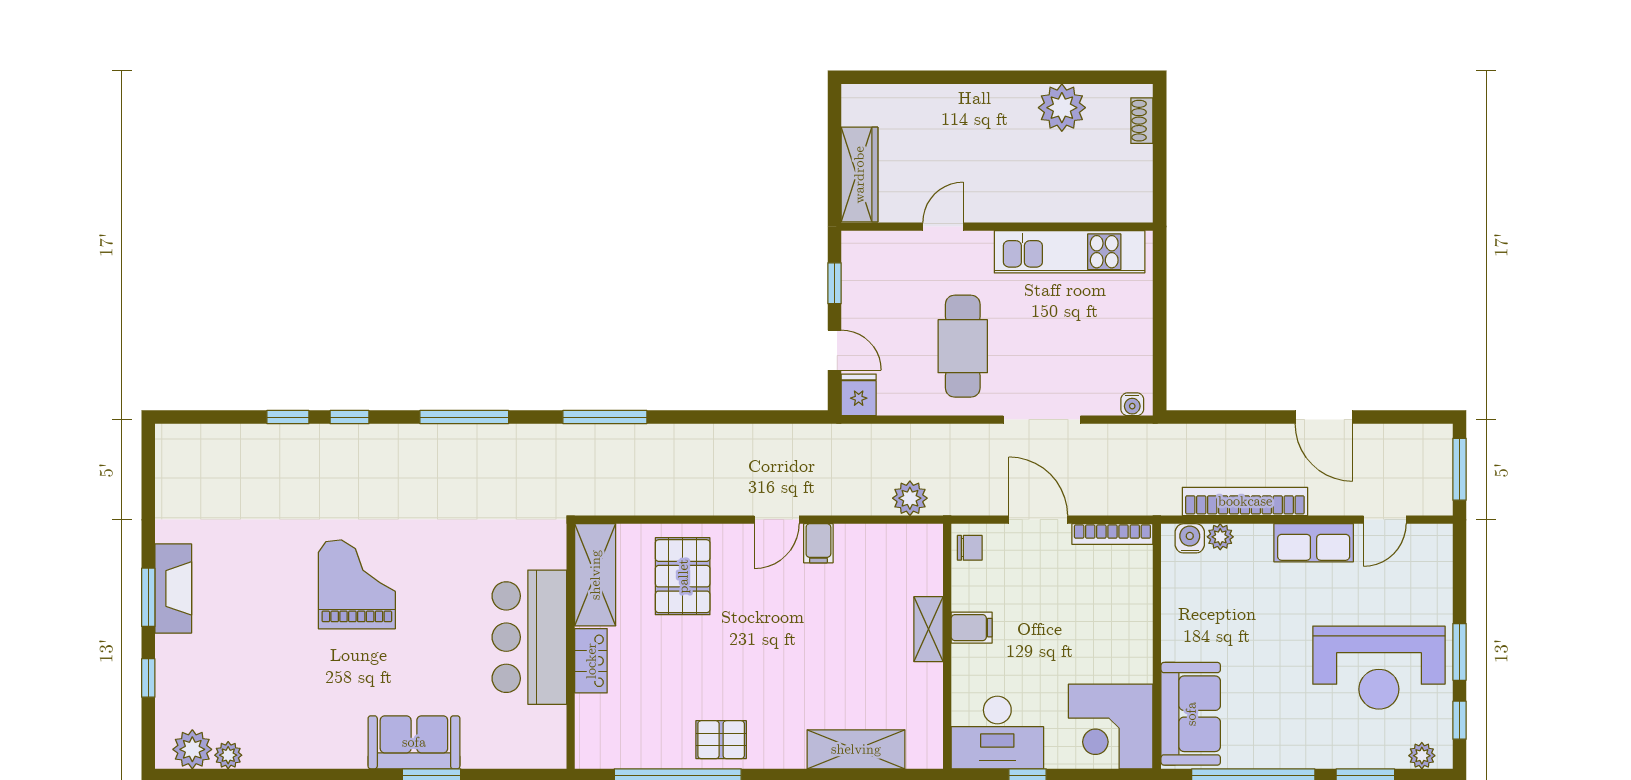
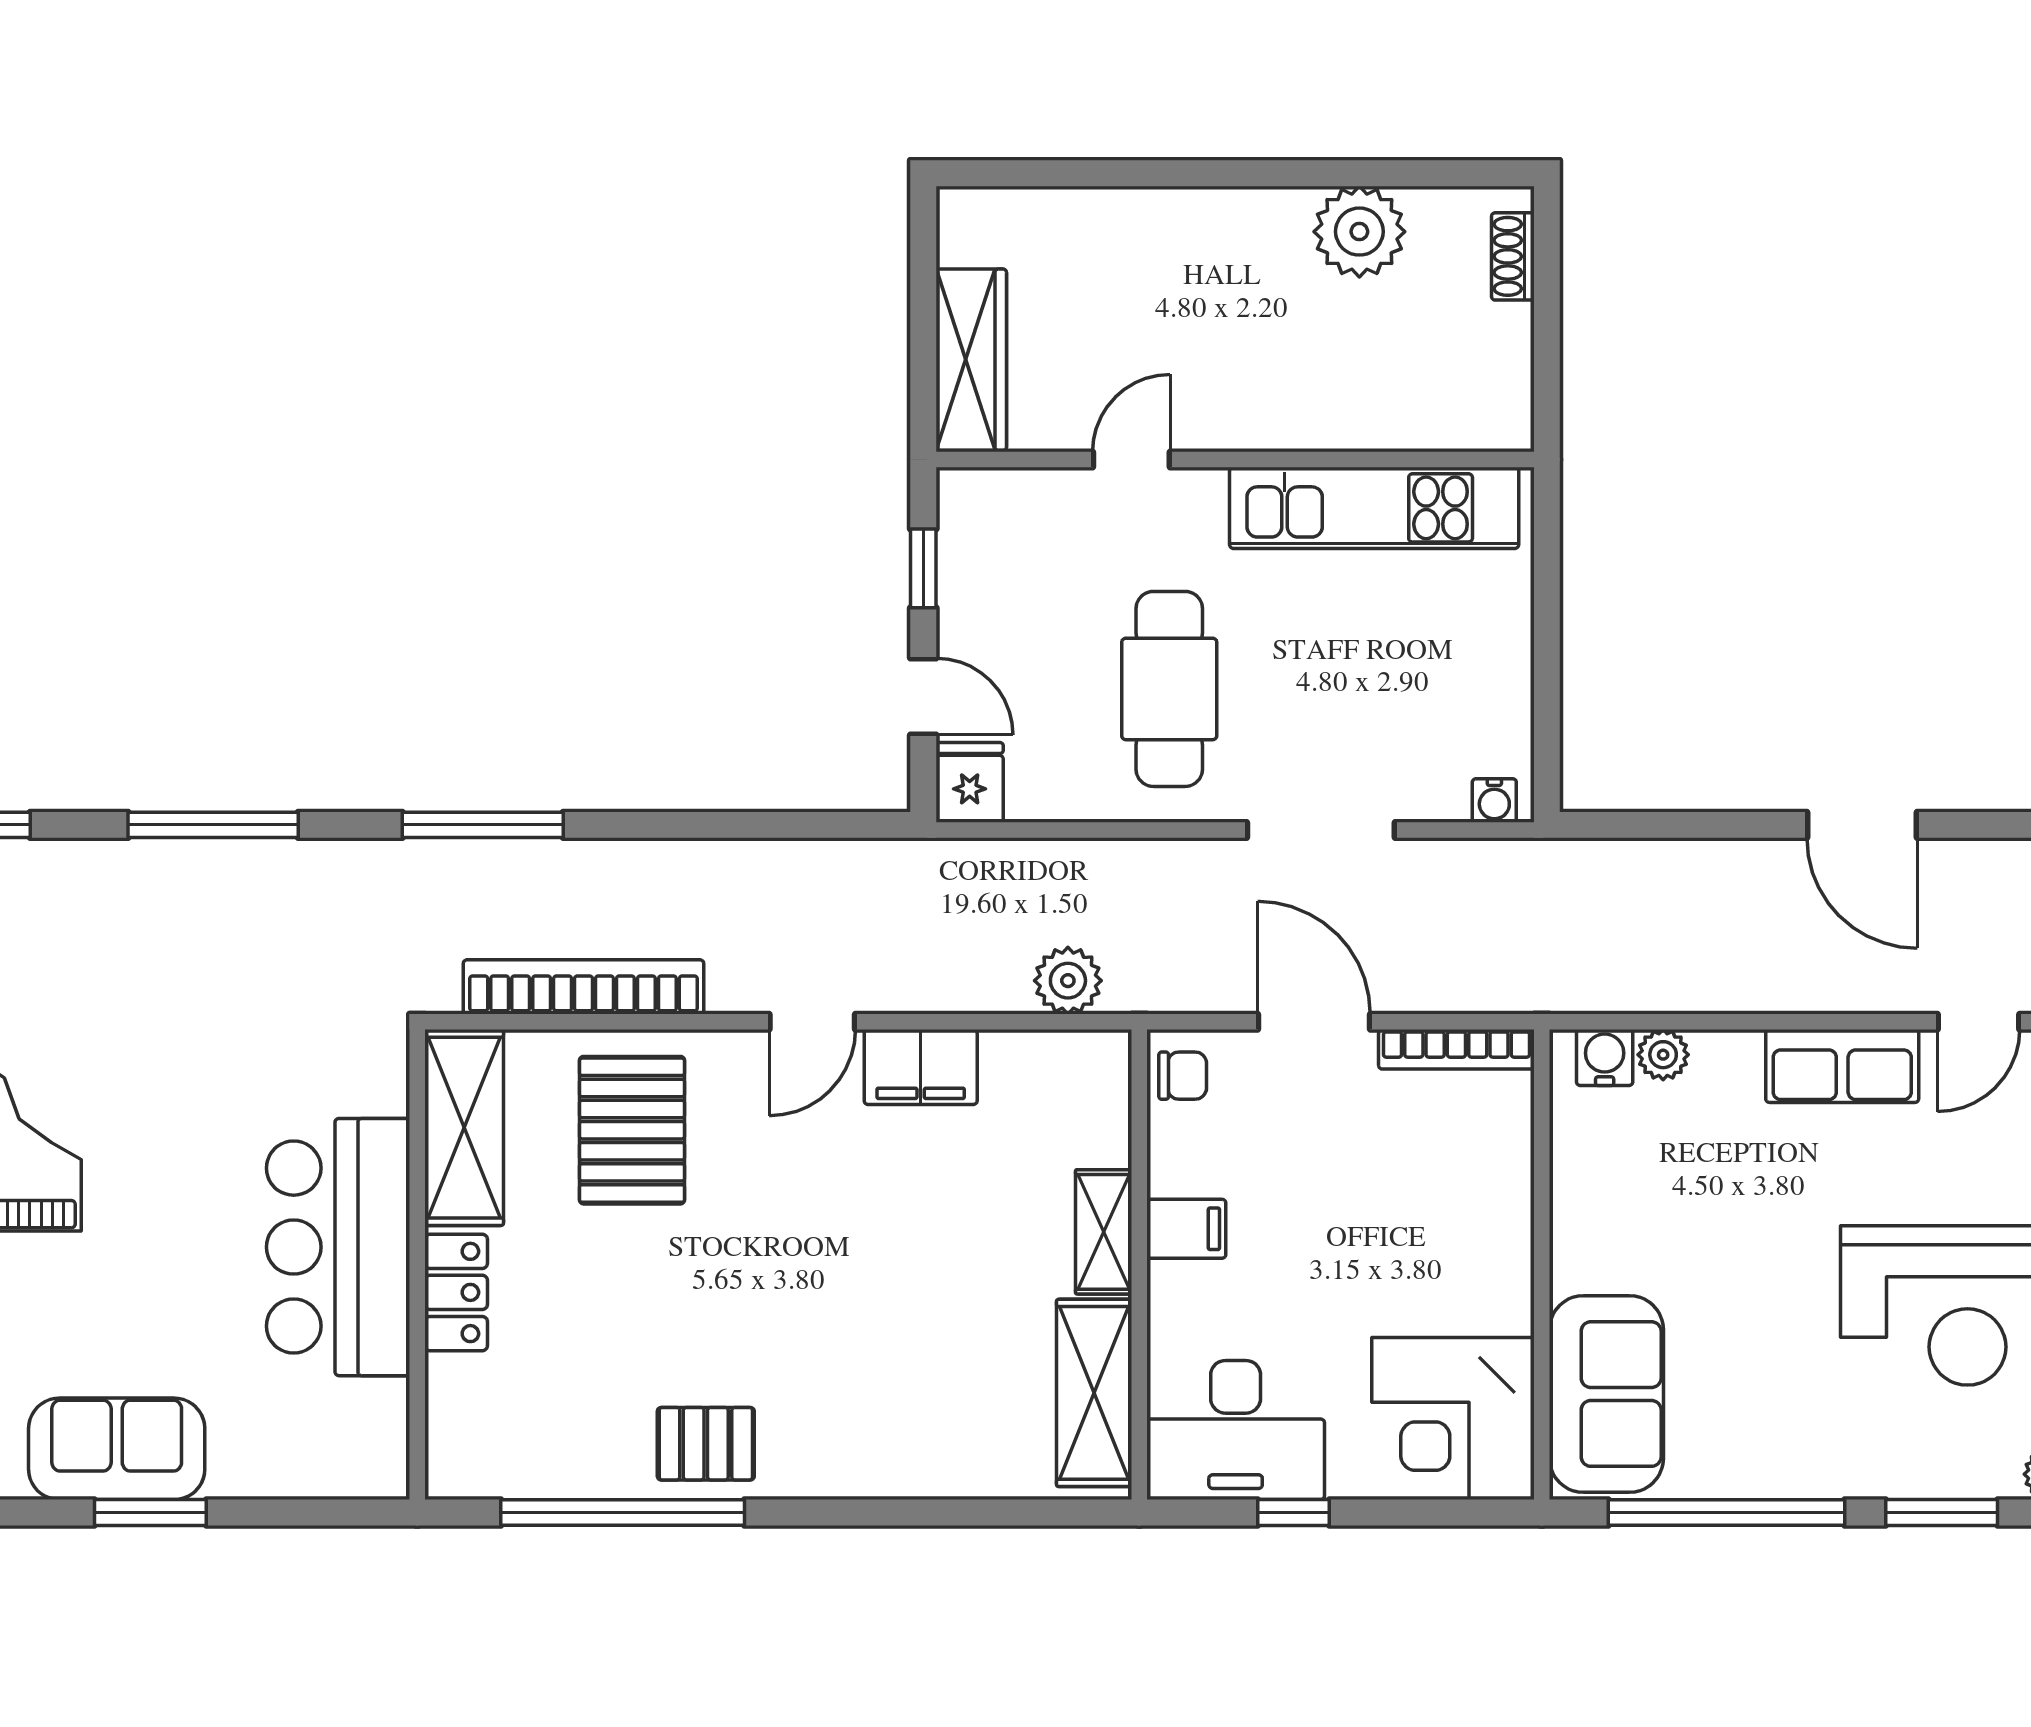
bookcase: (1245, 501) -> (584, 987), moved
filing cabinet: (818, 543) -> (921, 1067), width x2.00
shelving: (856, 749) -> (1094, 1393), moved, turned 90

